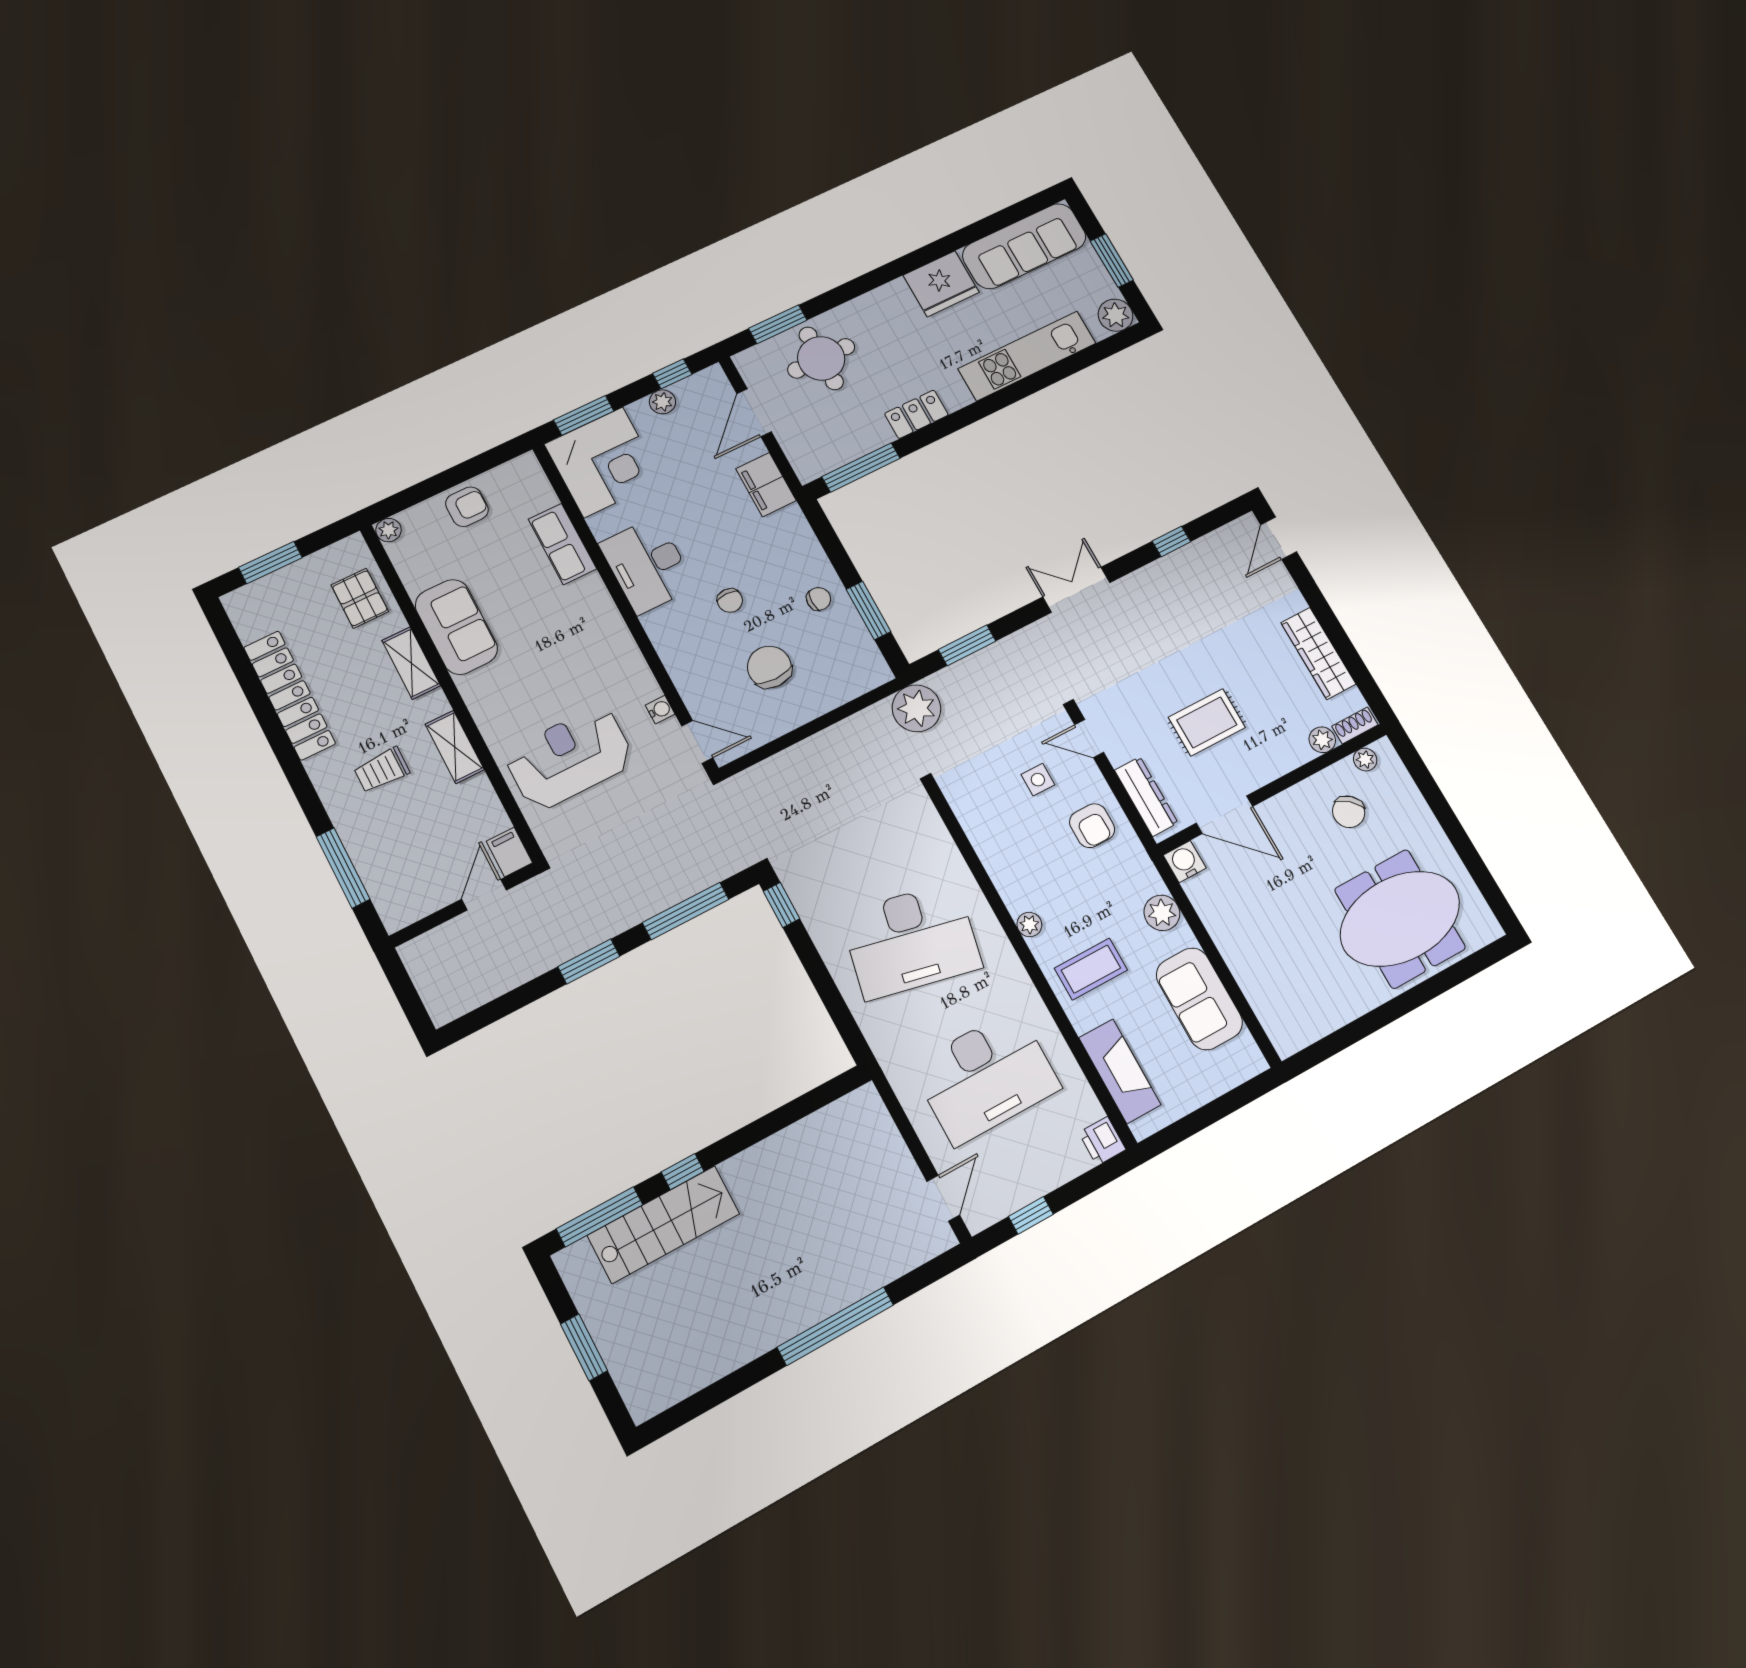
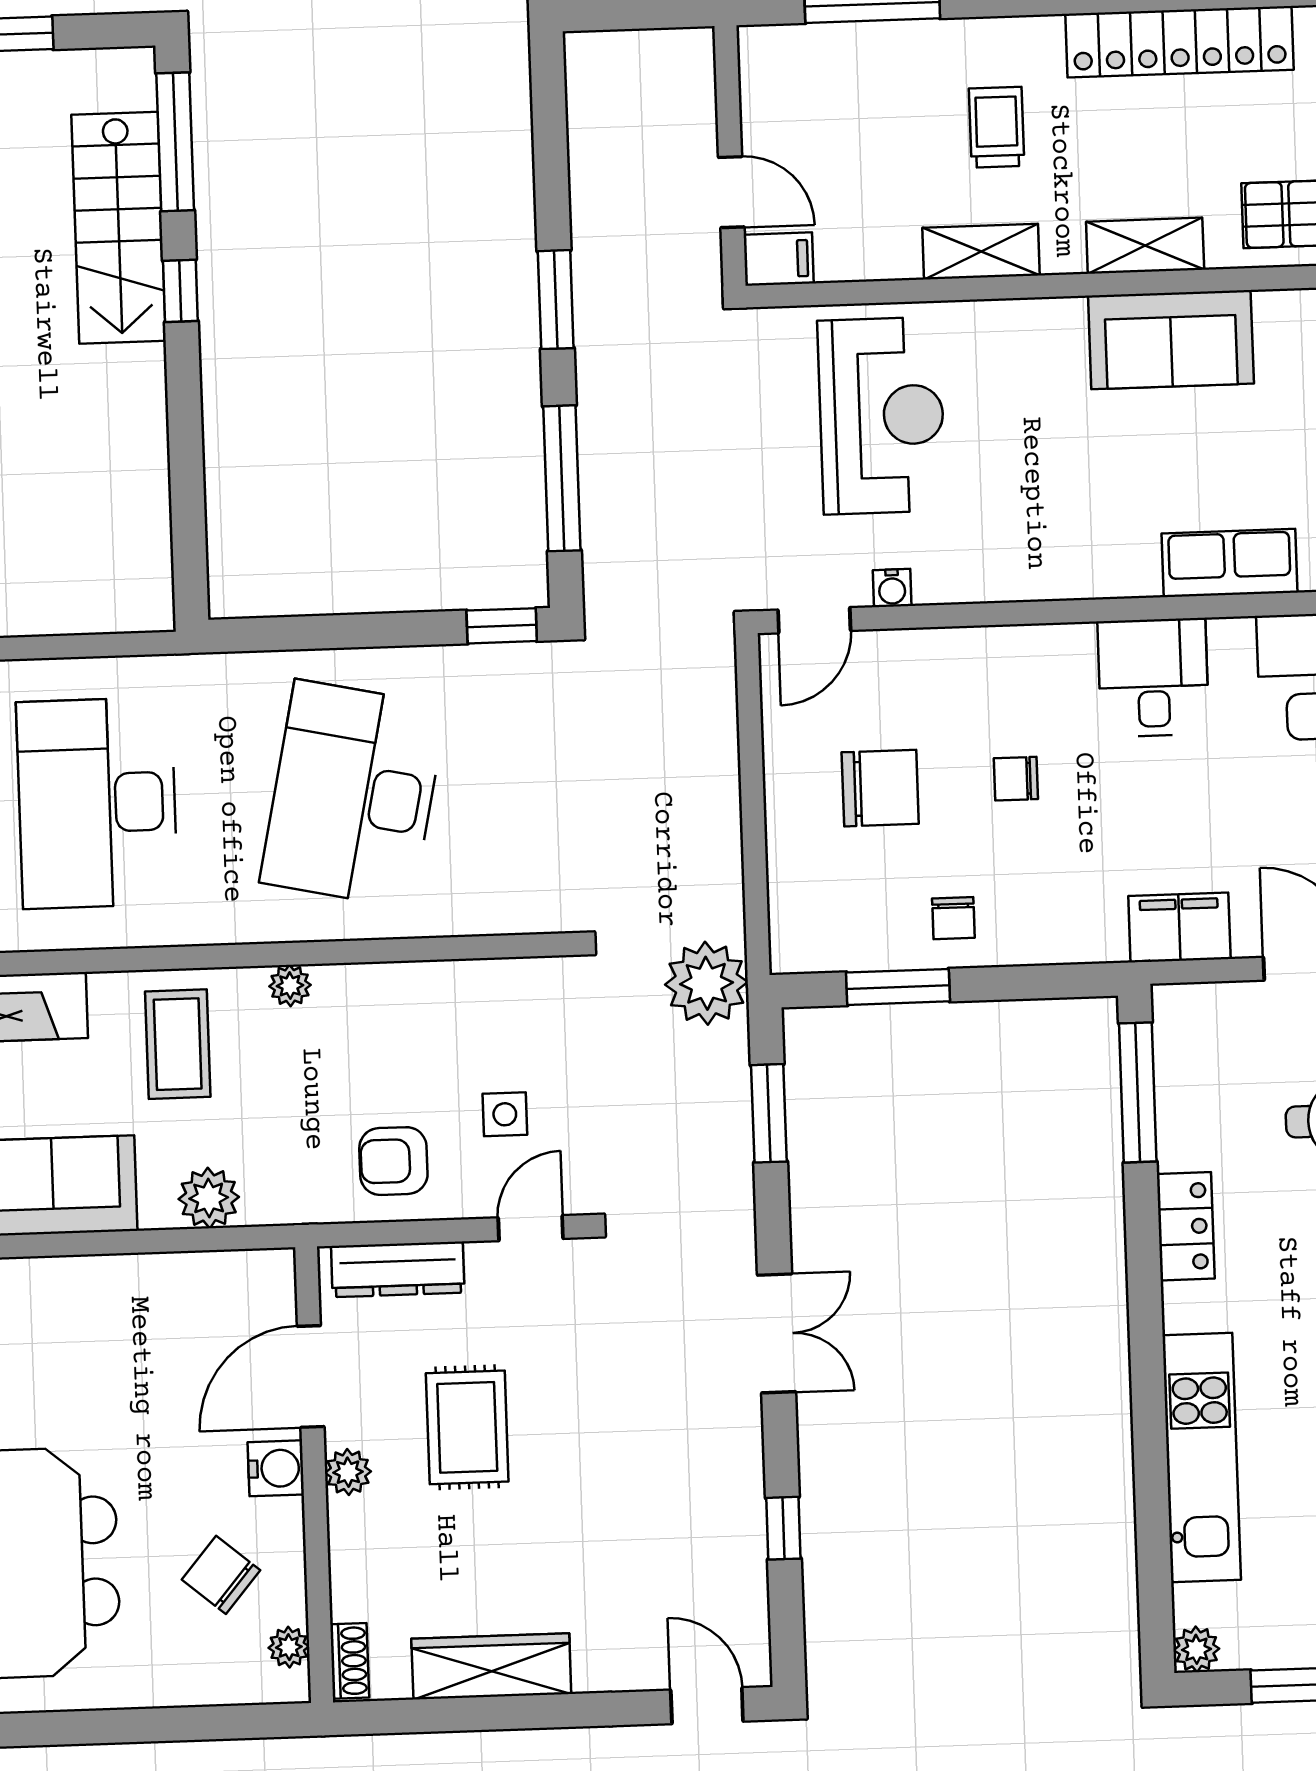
plant: (1116, 315) -> (1196, 1649), width x0.73, depth x0.73
desk: (647, 565) -> (1153, 678), width x0.73
plant: (1322, 740) -> (348, 1472), moved
water cooler: (1185, 862) -> (276, 1468), moved

